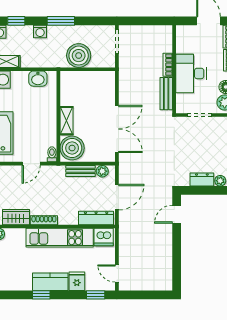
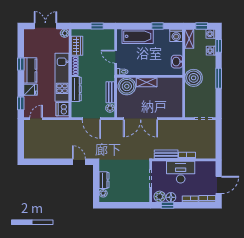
washing machine: (40, 32) -> (211, 51), moved
boiler: (79, 56) -> (194, 78), moved
dresser: (96, 218) -> (76, 89), moved

